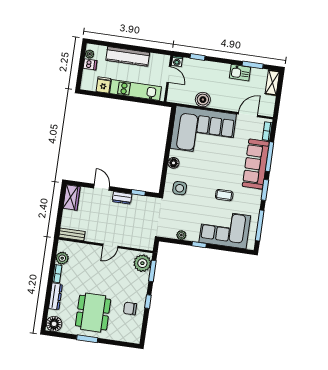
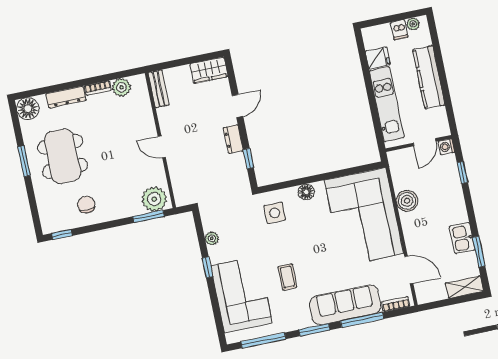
window: (148, 302) -> (62, 234), moved
dining table: (93, 313) -> (63, 156), turned 90

